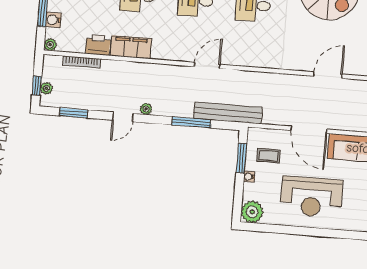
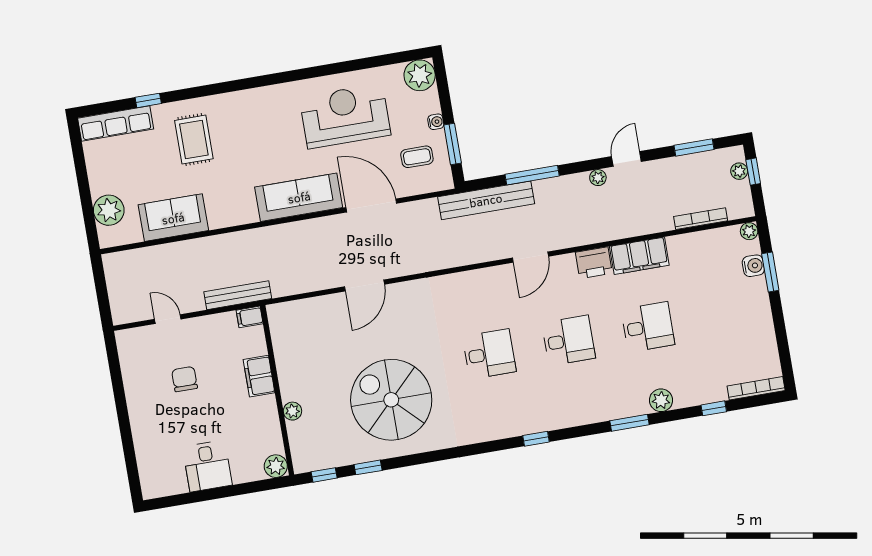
printer: (98, 45) -> (594, 263), moved

